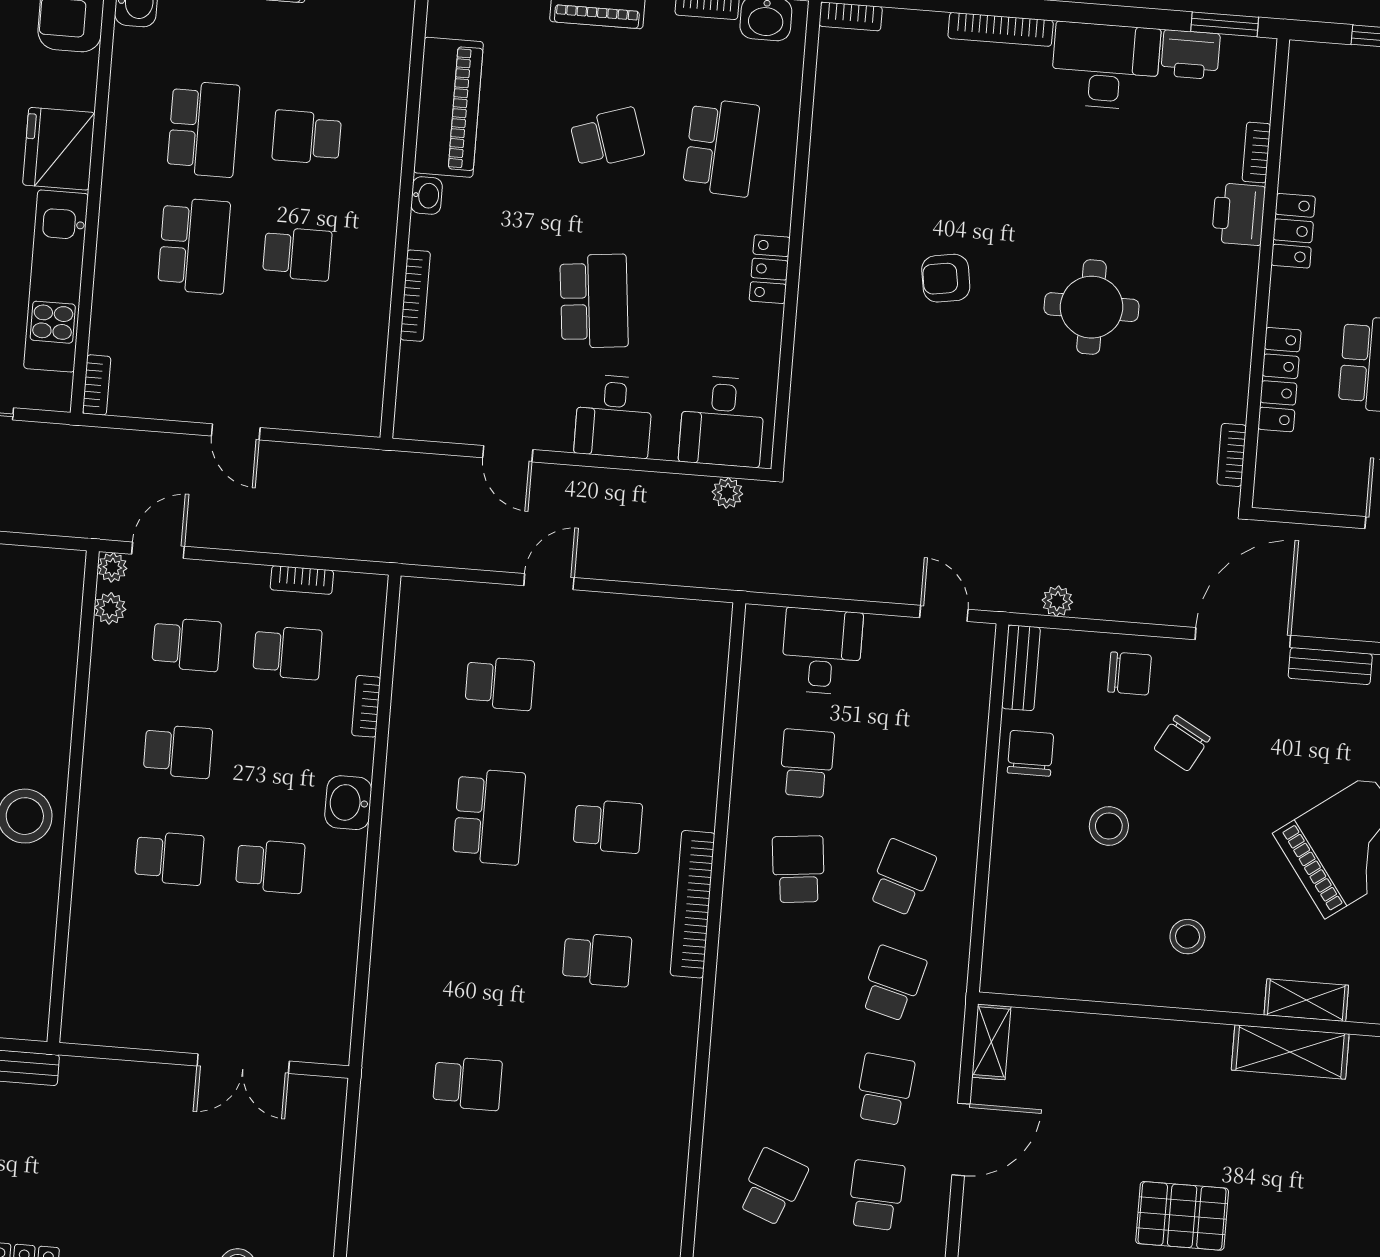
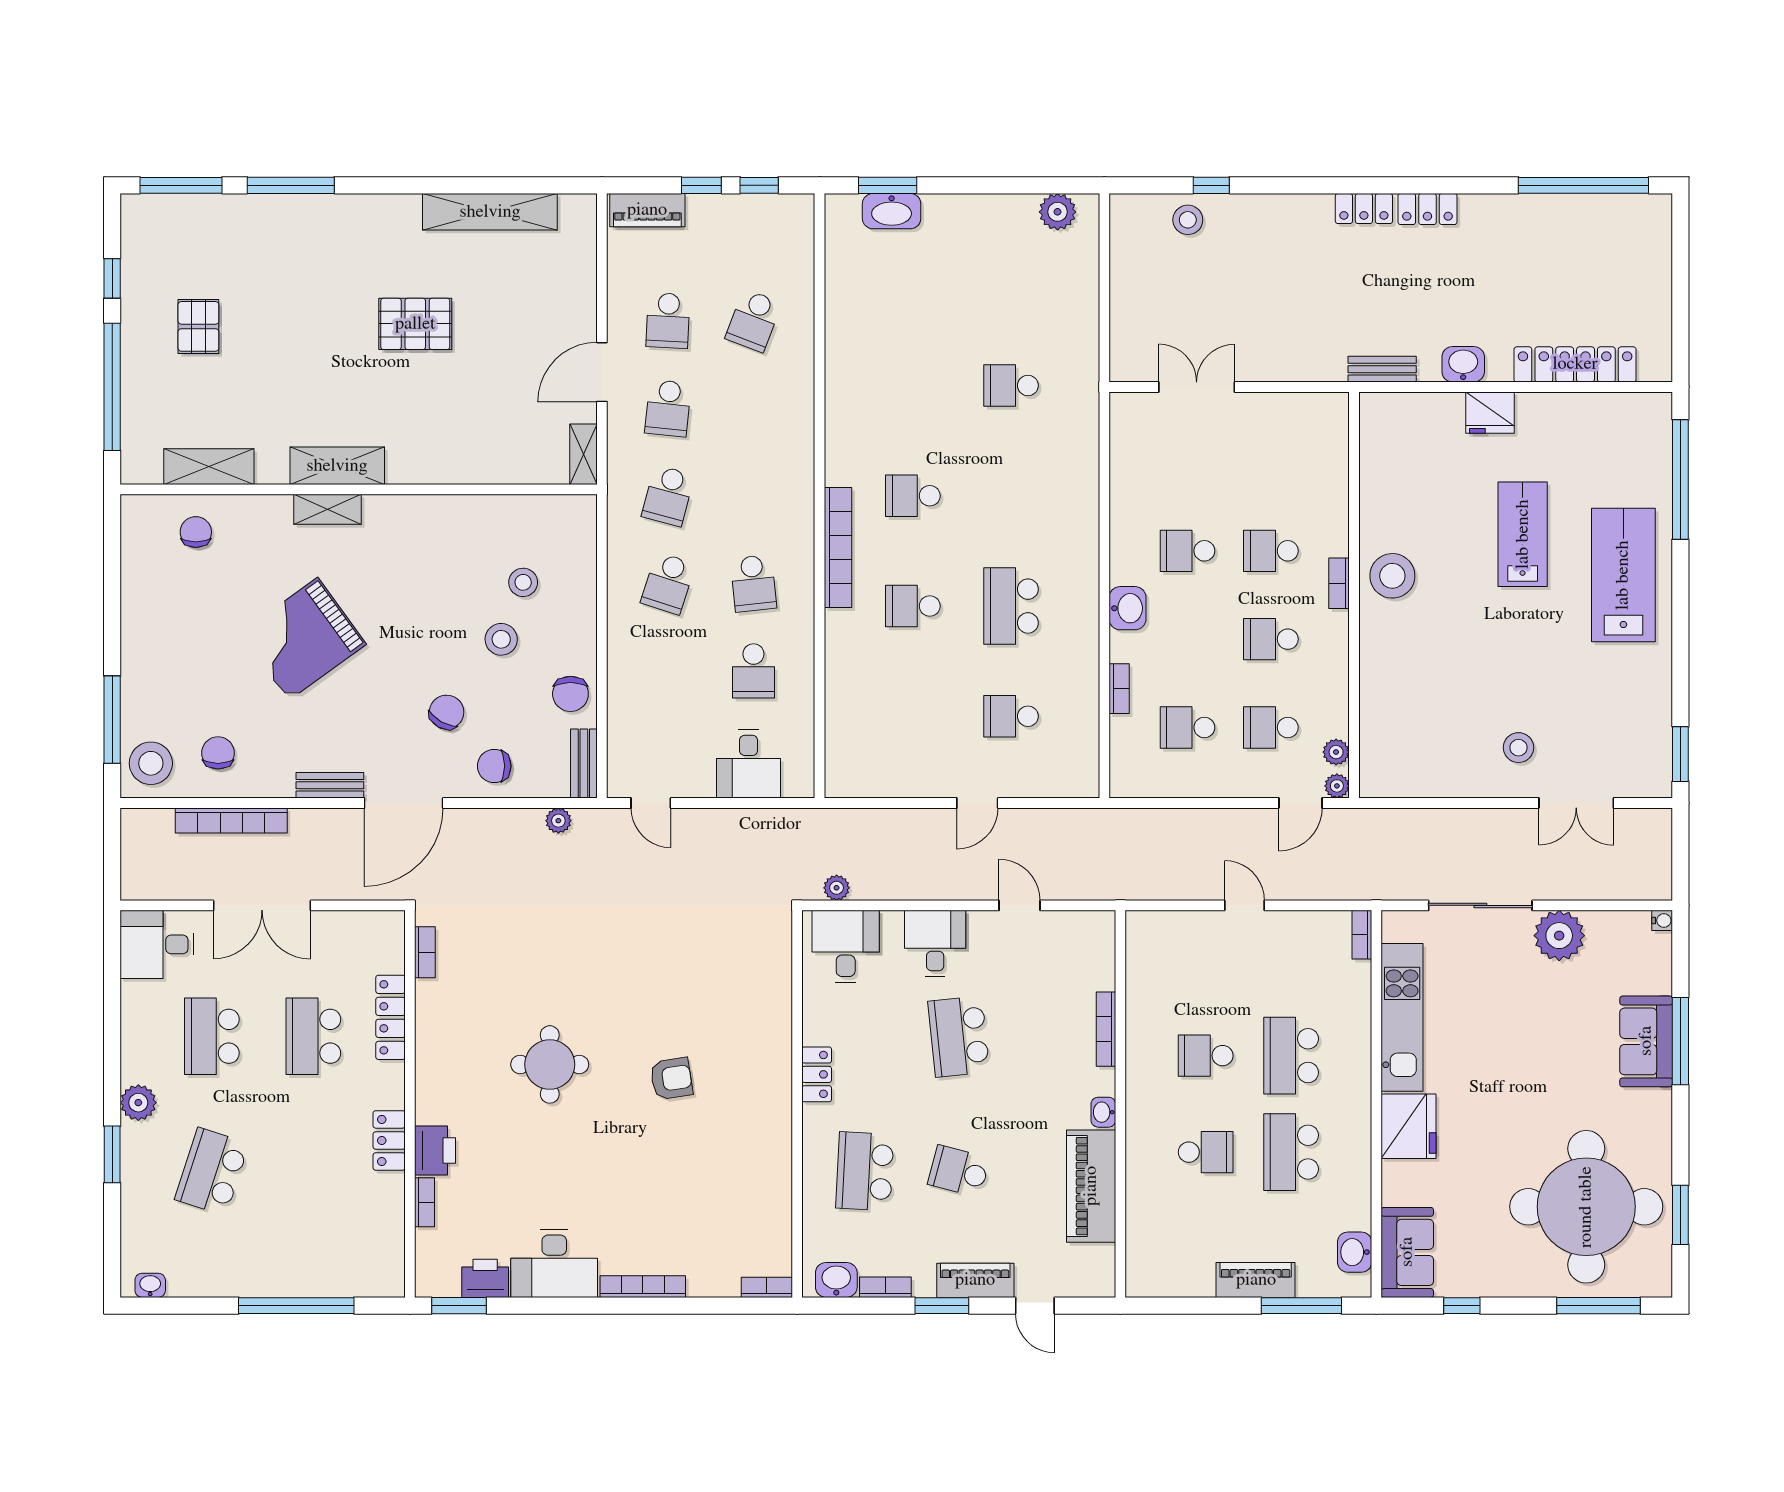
school desk: (607, 138) -> (959, 1171), turned 33
bookcase: (302, 580) -> (1339, 583), moved, turned -90
stool: (1187, 937) -> (523, 582), moved

